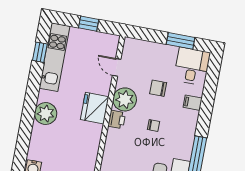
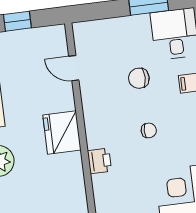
plant: (125, 99) -> (99, 108), removed
printer: (117, 120) -> (99, 161), moved

